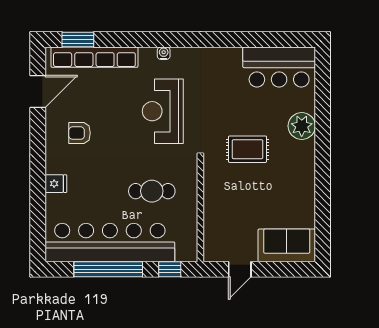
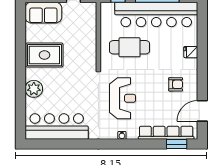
bar counter: (279, 67) -> (57, 126), width x1.36
rug: (248, 149) -> (44, 55), moved, width x1.36, depth x1.43
cafe table: (152, 191) -> (130, 47), width x1.37, depth x1.35

